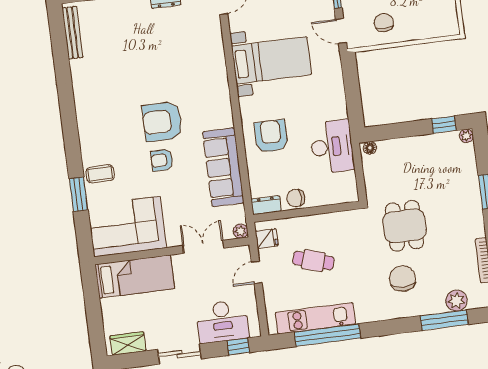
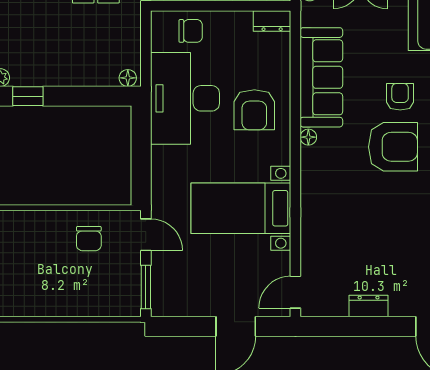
floor lamp: (227, 121) -> (308, 137), added
desk: (332, 147) -> (185, 98), width x1.36, depth x1.30
armchair: (162, 160) -> (400, 97), turned -90
chair: (296, 198) -> (191, 31), moved

